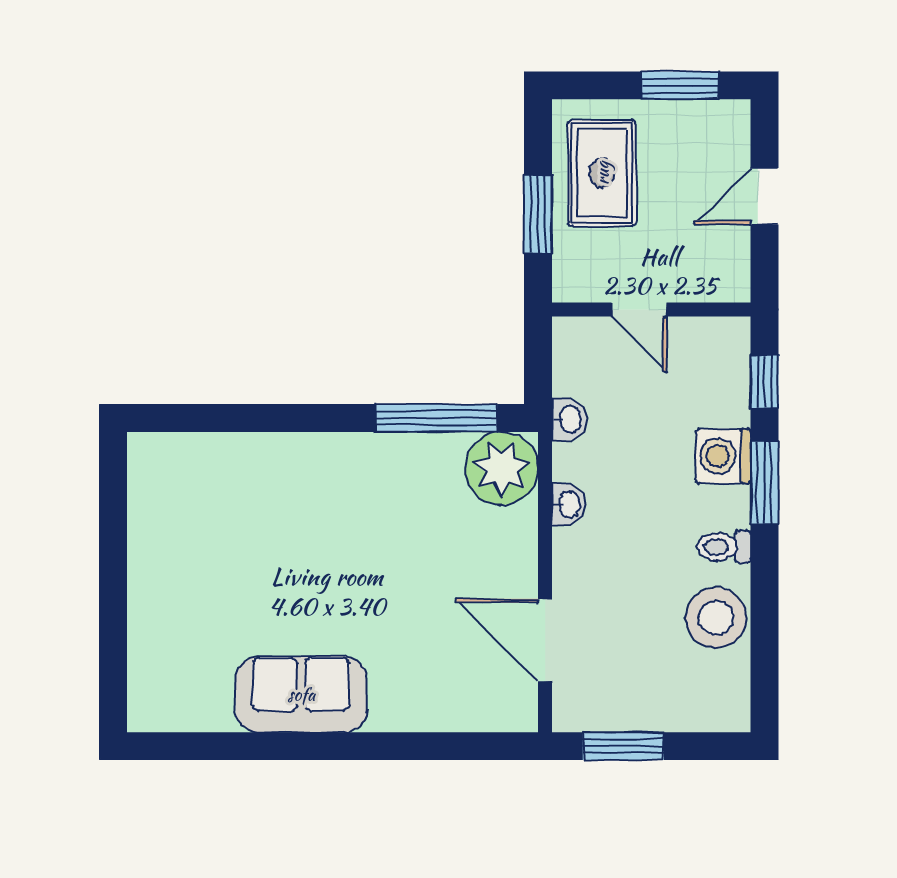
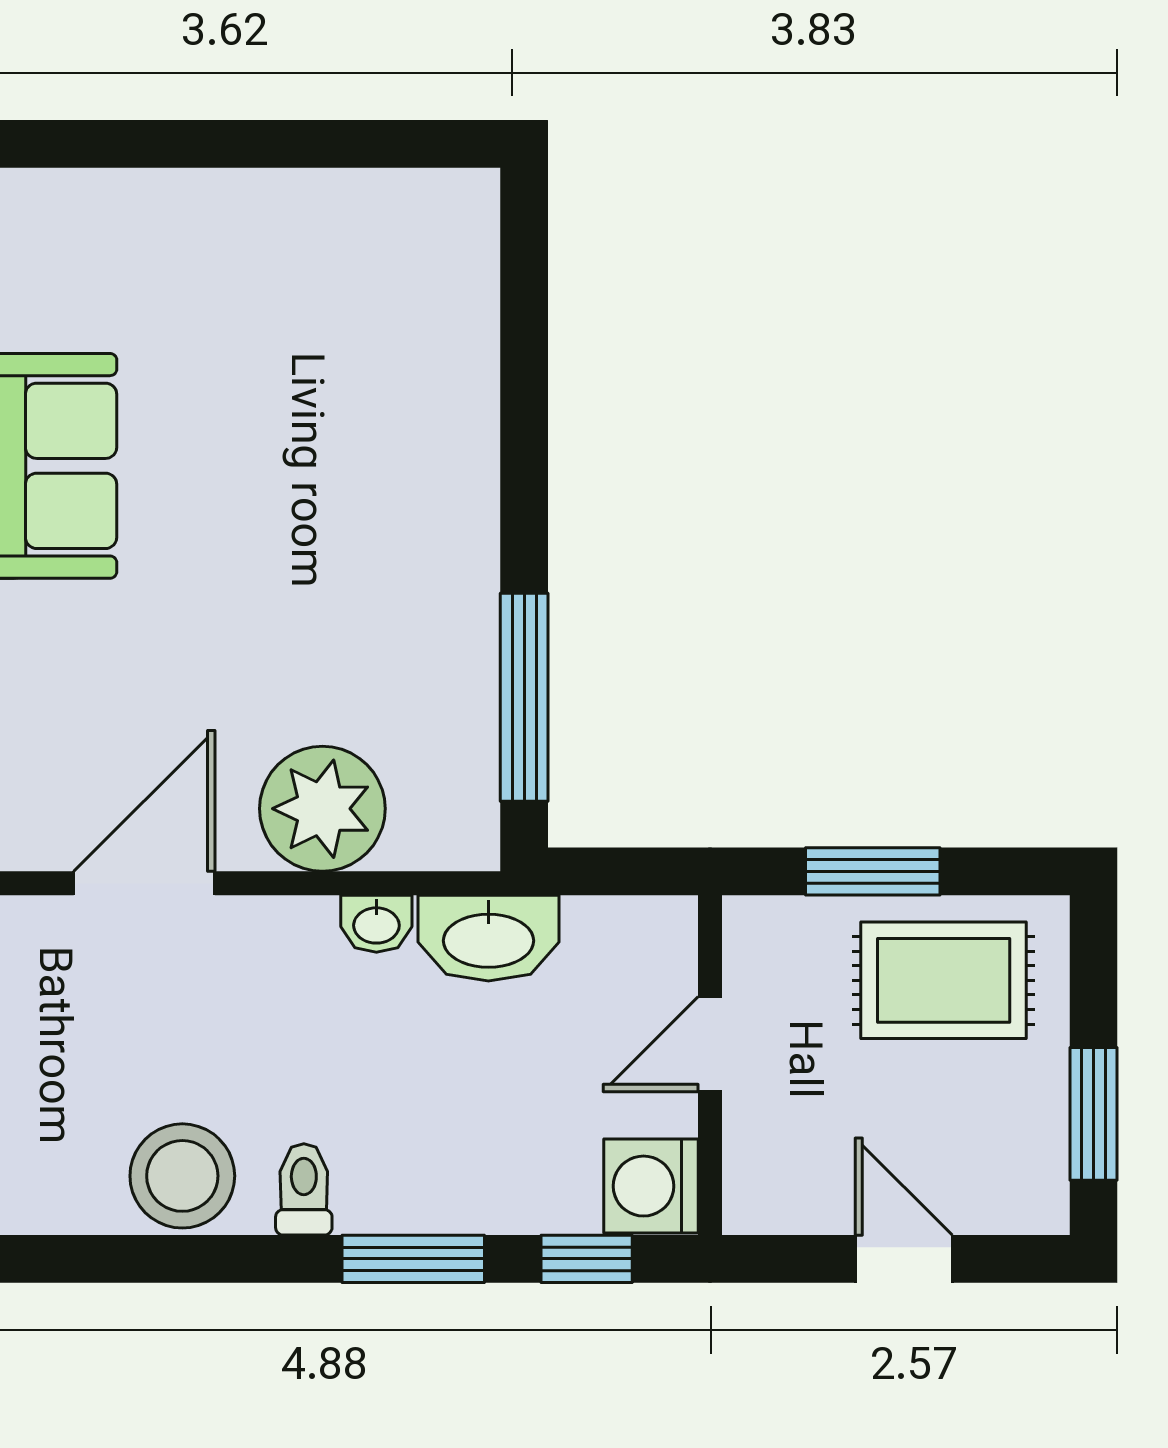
washbasin: (569, 419) -> (488, 938), width x1.91, depth x1.45
washing machine: (723, 456) -> (651, 1186), moved, turned -90
plant: (501, 469) -> (322, 809), moved

